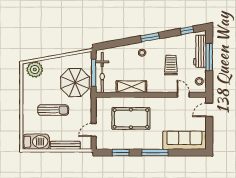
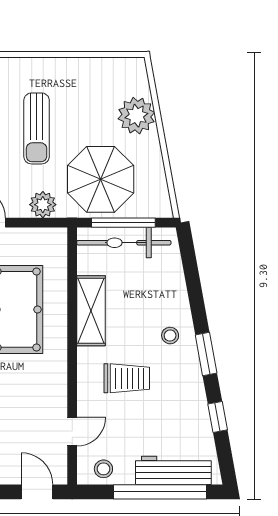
window: (187, 31) -> (218, 417), moved
window: (209, 57) -> (160, 492), width x1.46
trolley: (171, 65) -> (127, 378), moved
plant: (35, 70) -> (136, 116), moved
plant: (86, 107) -> (43, 205), added

